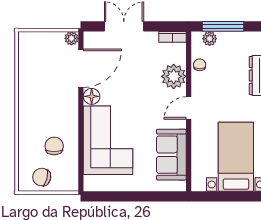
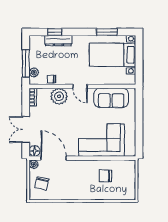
floor lamp: (92, 96) -> (35, 151), moved
chair: (42, 177) -> (42, 183), moved

